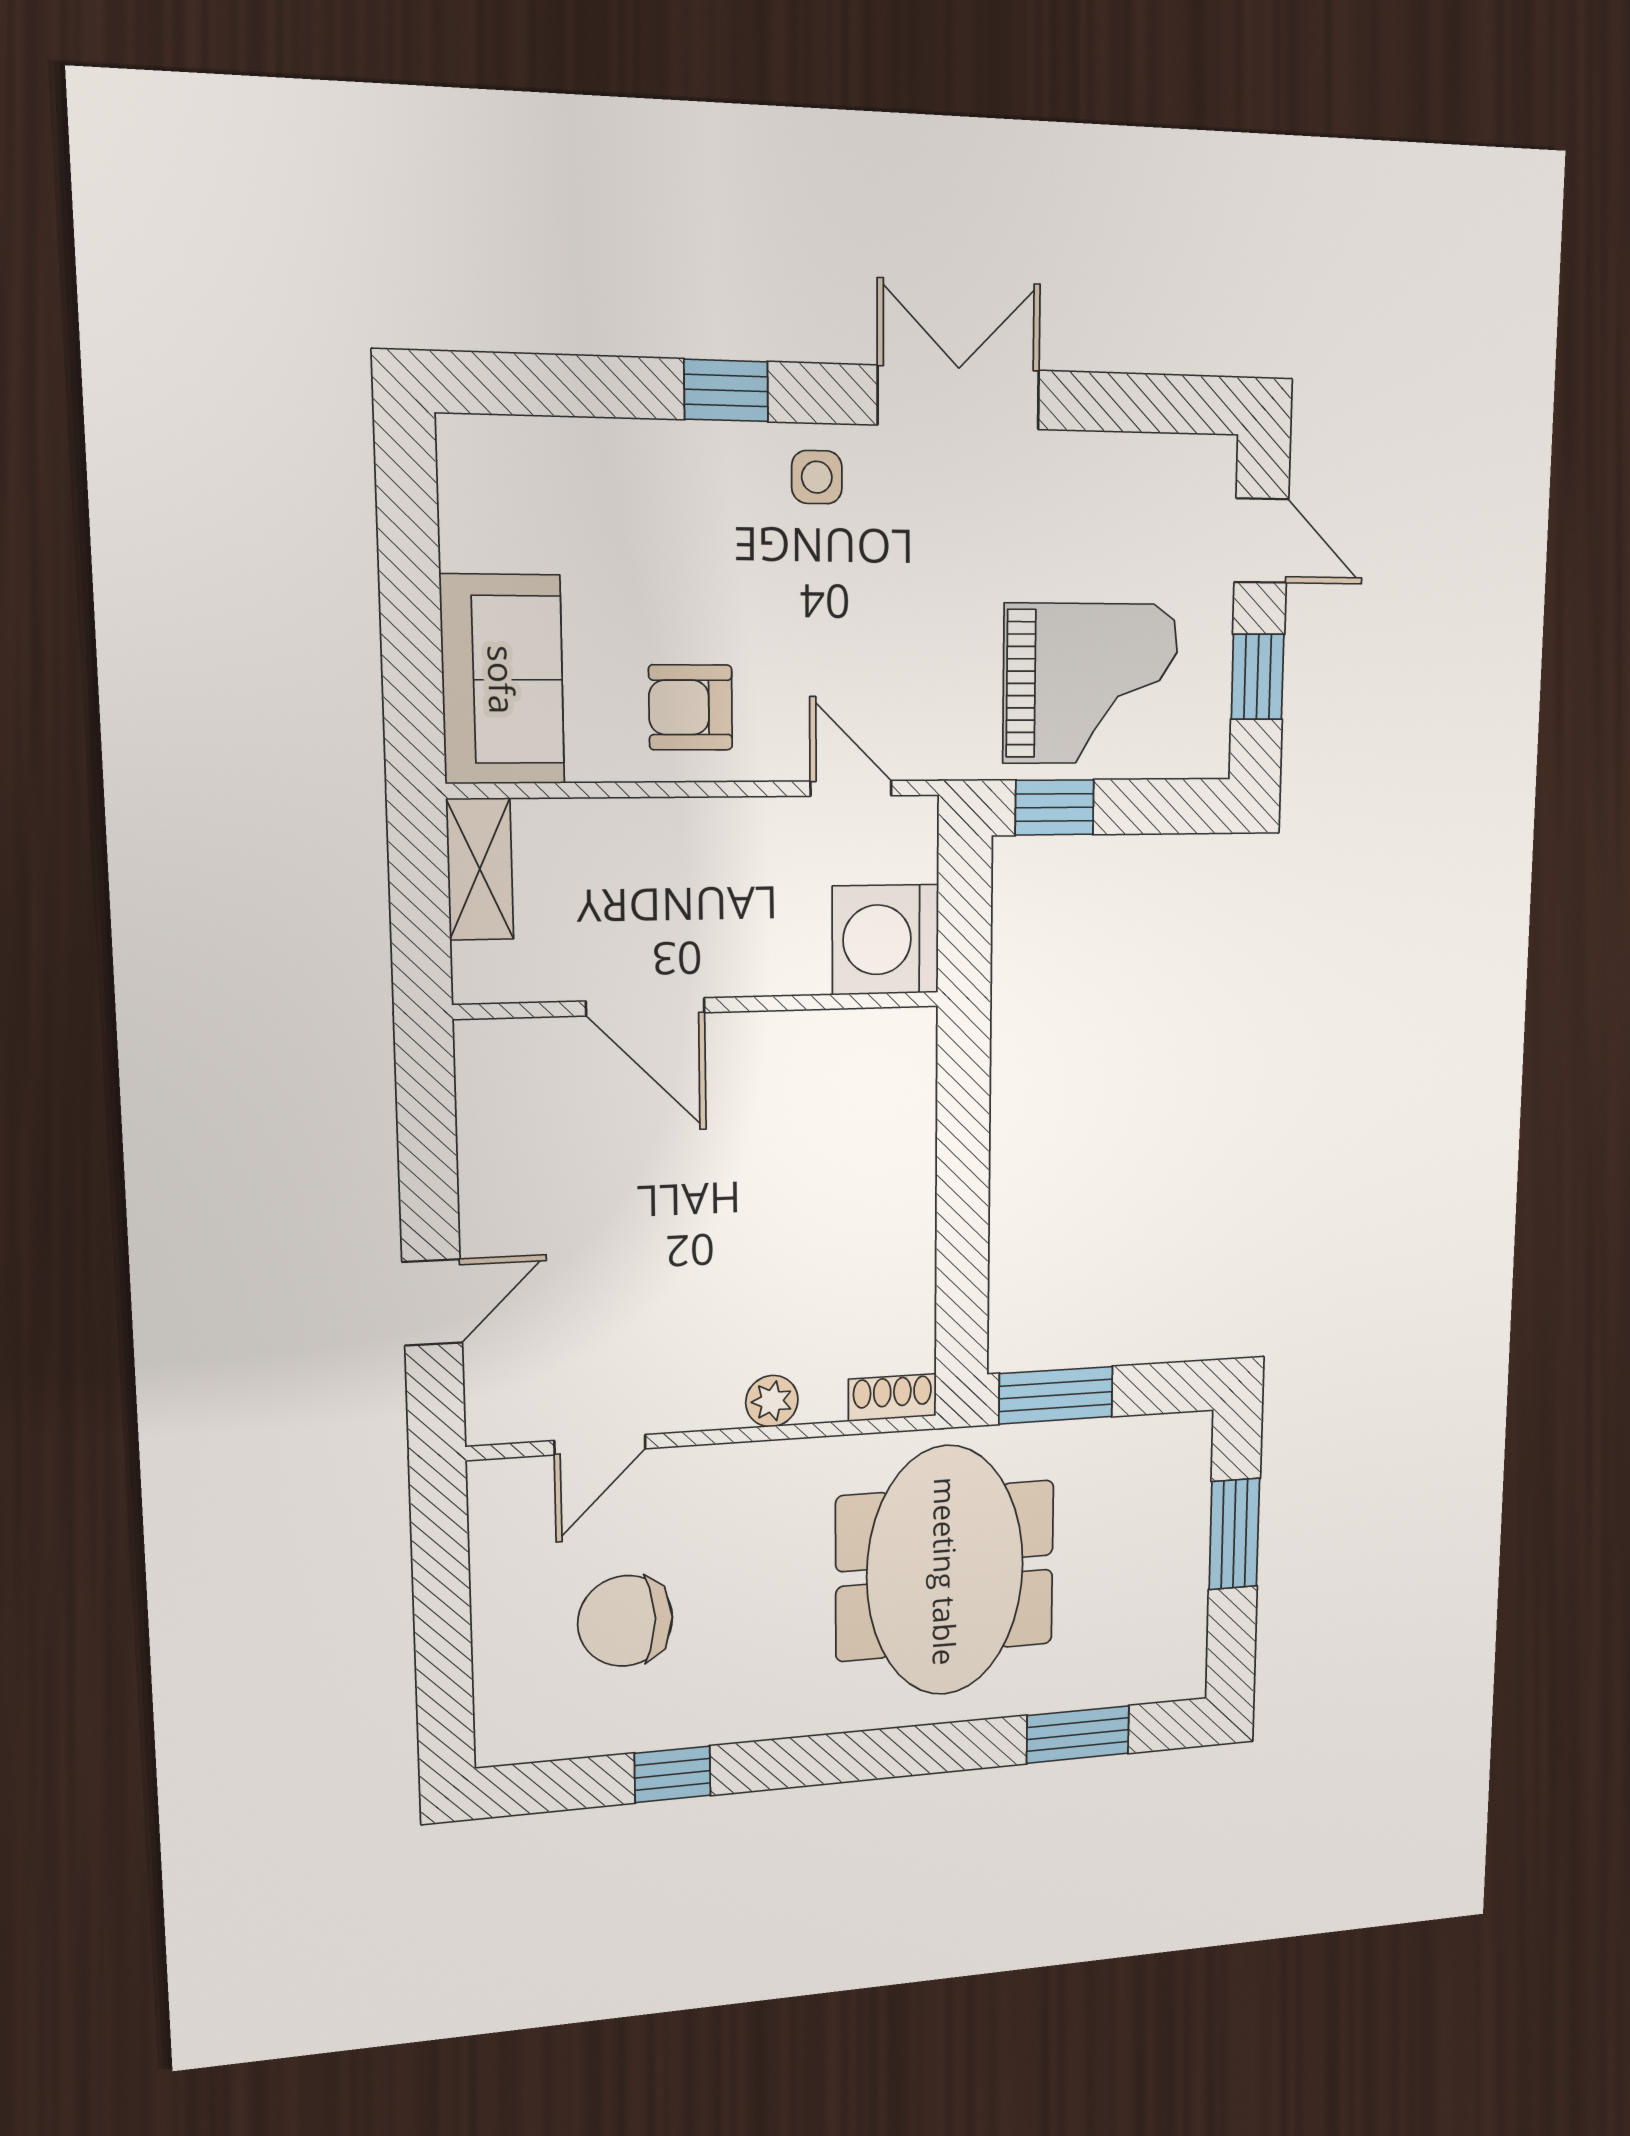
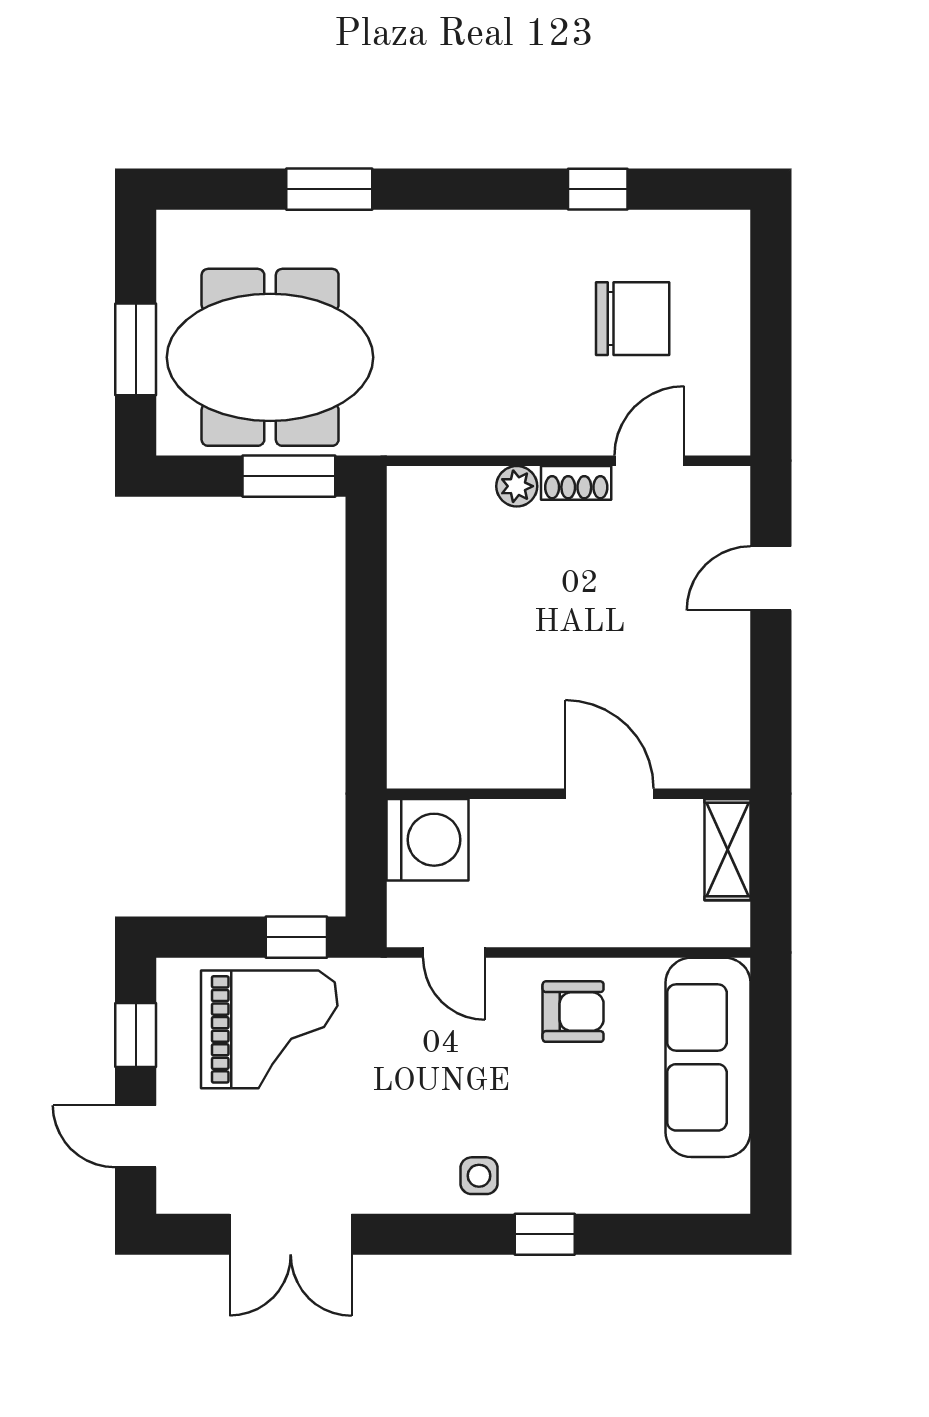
double door: (959, 398) -> (291, 1234), moved
sofa: (502, 680) -> (708, 1057), width x1.36
grand piano: (1091, 684) -> (269, 1029), turned 180
shelving: (480, 869) -> (728, 850), moved
shoe rack: (892, 1398) -> (576, 483), moved
meeting table: (945, 1571) -> (270, 357), moved, turned 90
window: (1078, 1735) -> (329, 189), moved

